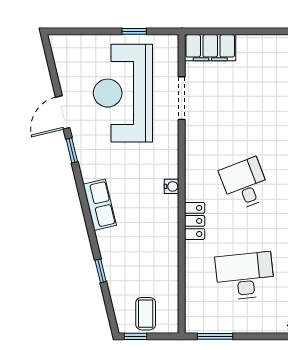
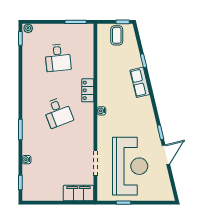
row of seats: (100, 205) -> (140, 82), moved
desk: (245, 276) -> (58, 58), width x0.73

